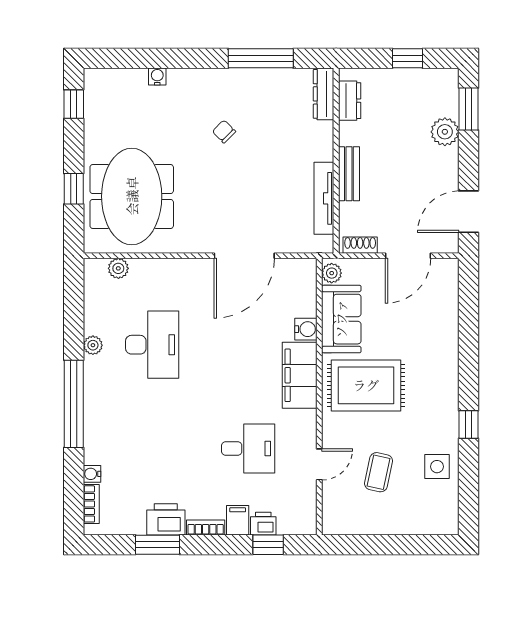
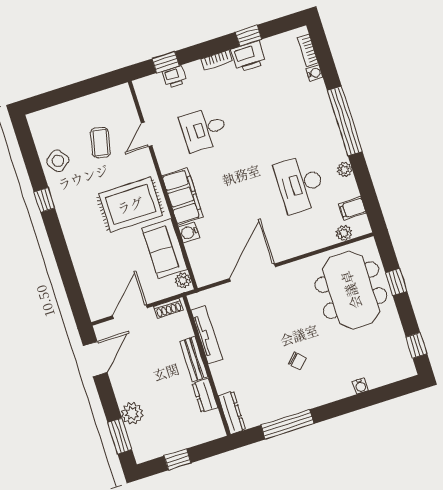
dresser: (350, 101) -> (205, 396), moved
side table: (437, 467) -> (58, 161), turned -37
filing cabinet: (238, 520) -> (352, 208), moved, turned 90
window: (158, 545) -> (248, 36), width x0.67

